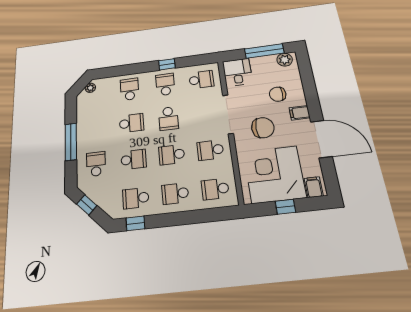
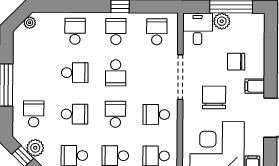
plant: (285, 60) -> (222, 21), moved
school desk: (201, 80) -> (157, 32), turned -90
chair: (263, 128) -> (214, 97), turned -90
school desk: (172, 155) -> (115, 114), turned 90
plant: (98, 195) -> (35, 148), added

